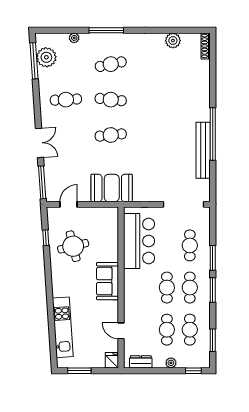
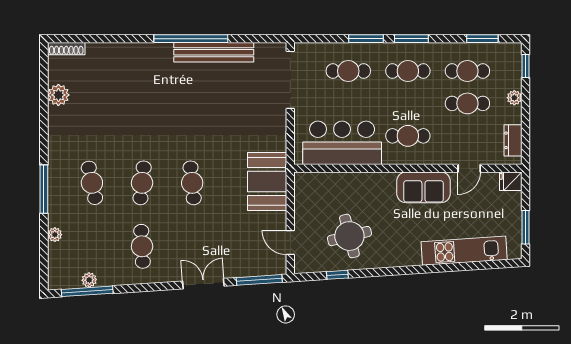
plant: (46, 57) -> (89, 280), width x0.53, depth x0.53
sofa: (108, 281) -> (423, 187), moved
cafe table: (167, 288) -> (408, 136), moved

